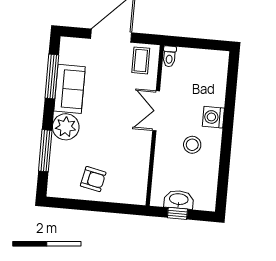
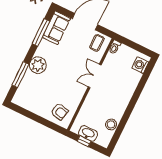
sofa: (70, 89) -> (56, 28), moved
washing machine: (213, 117) -> (140, 65), moved
stool: (192, 145) -> (111, 124), moved
armchair: (93, 179) -> (59, 112), moved

